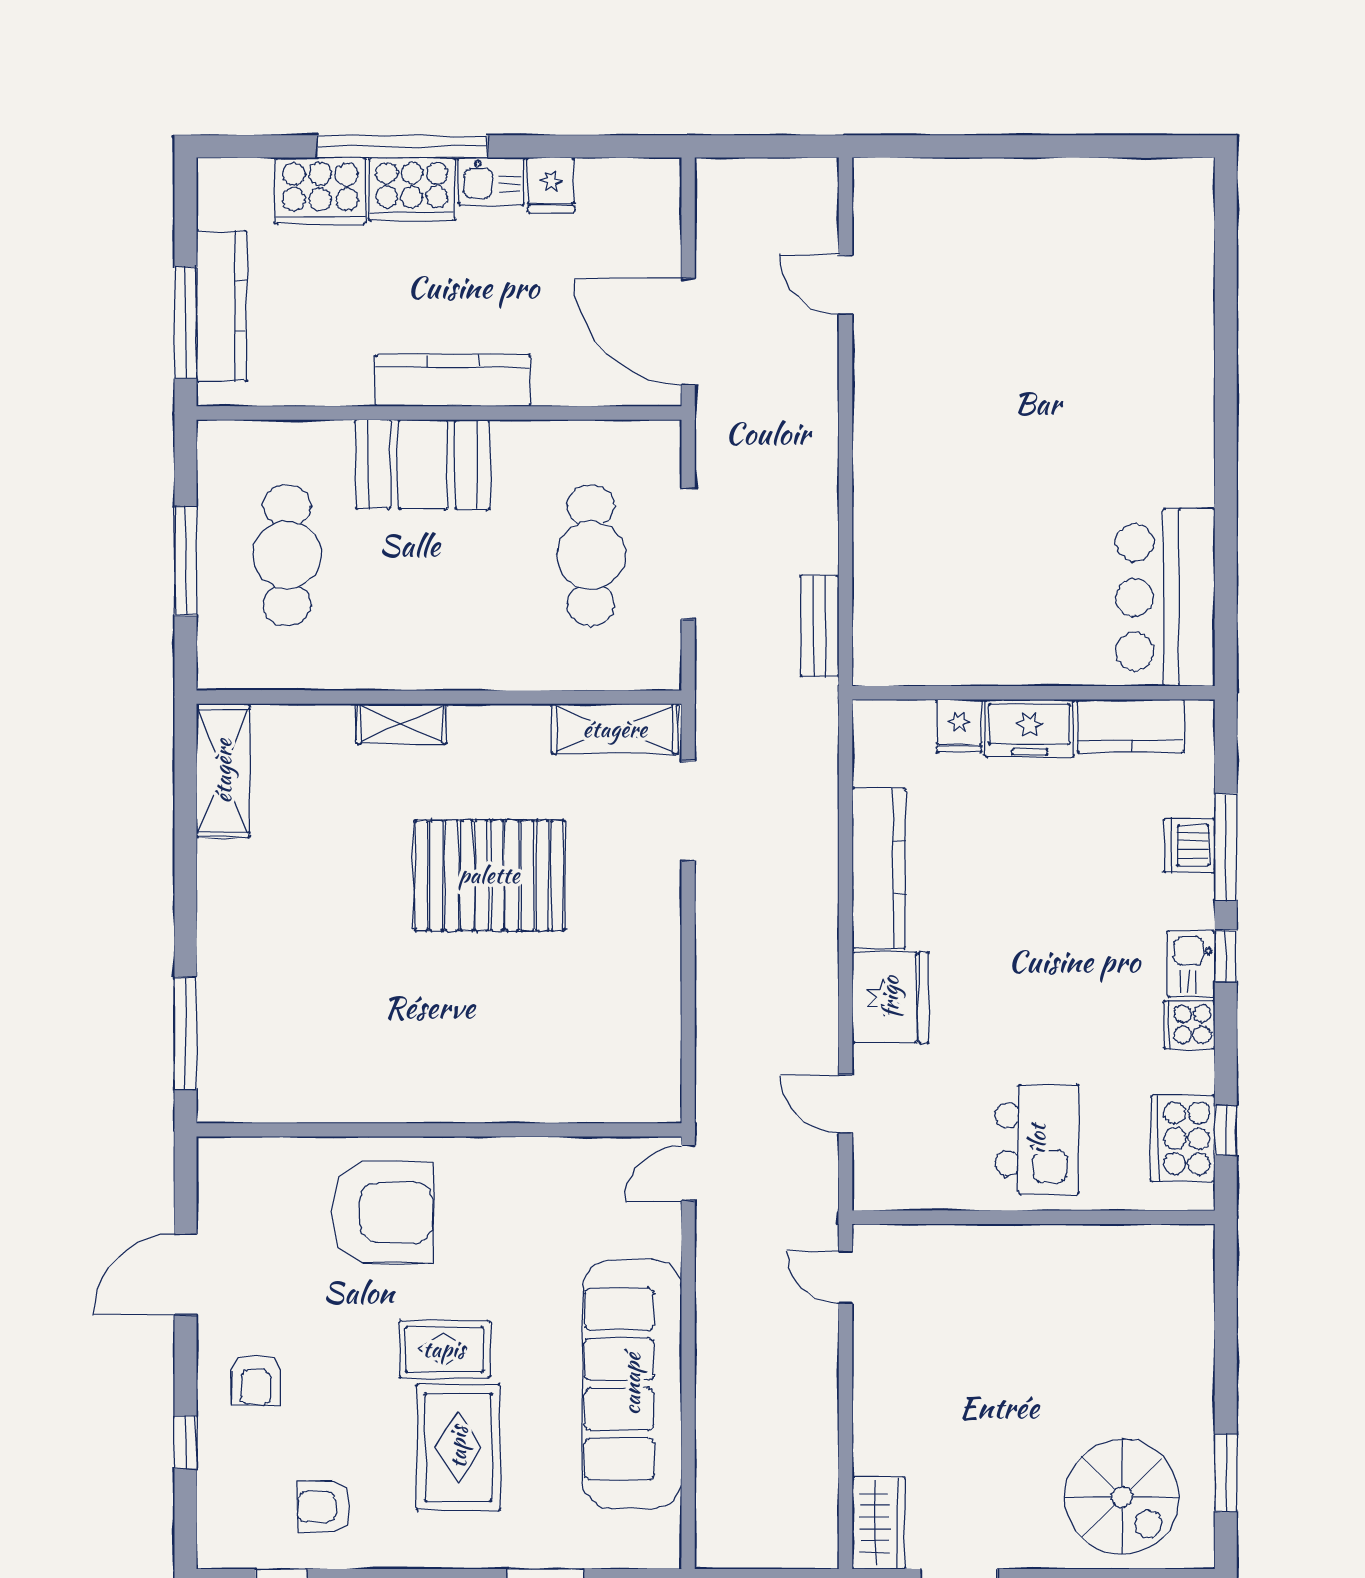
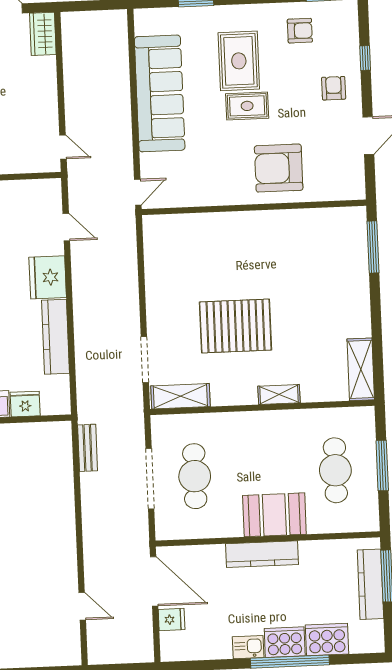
fridge: (551, 185) -> (172, 620), moved, turned 90
fridge: (959, 726) -> (25, 404), width x1.38

